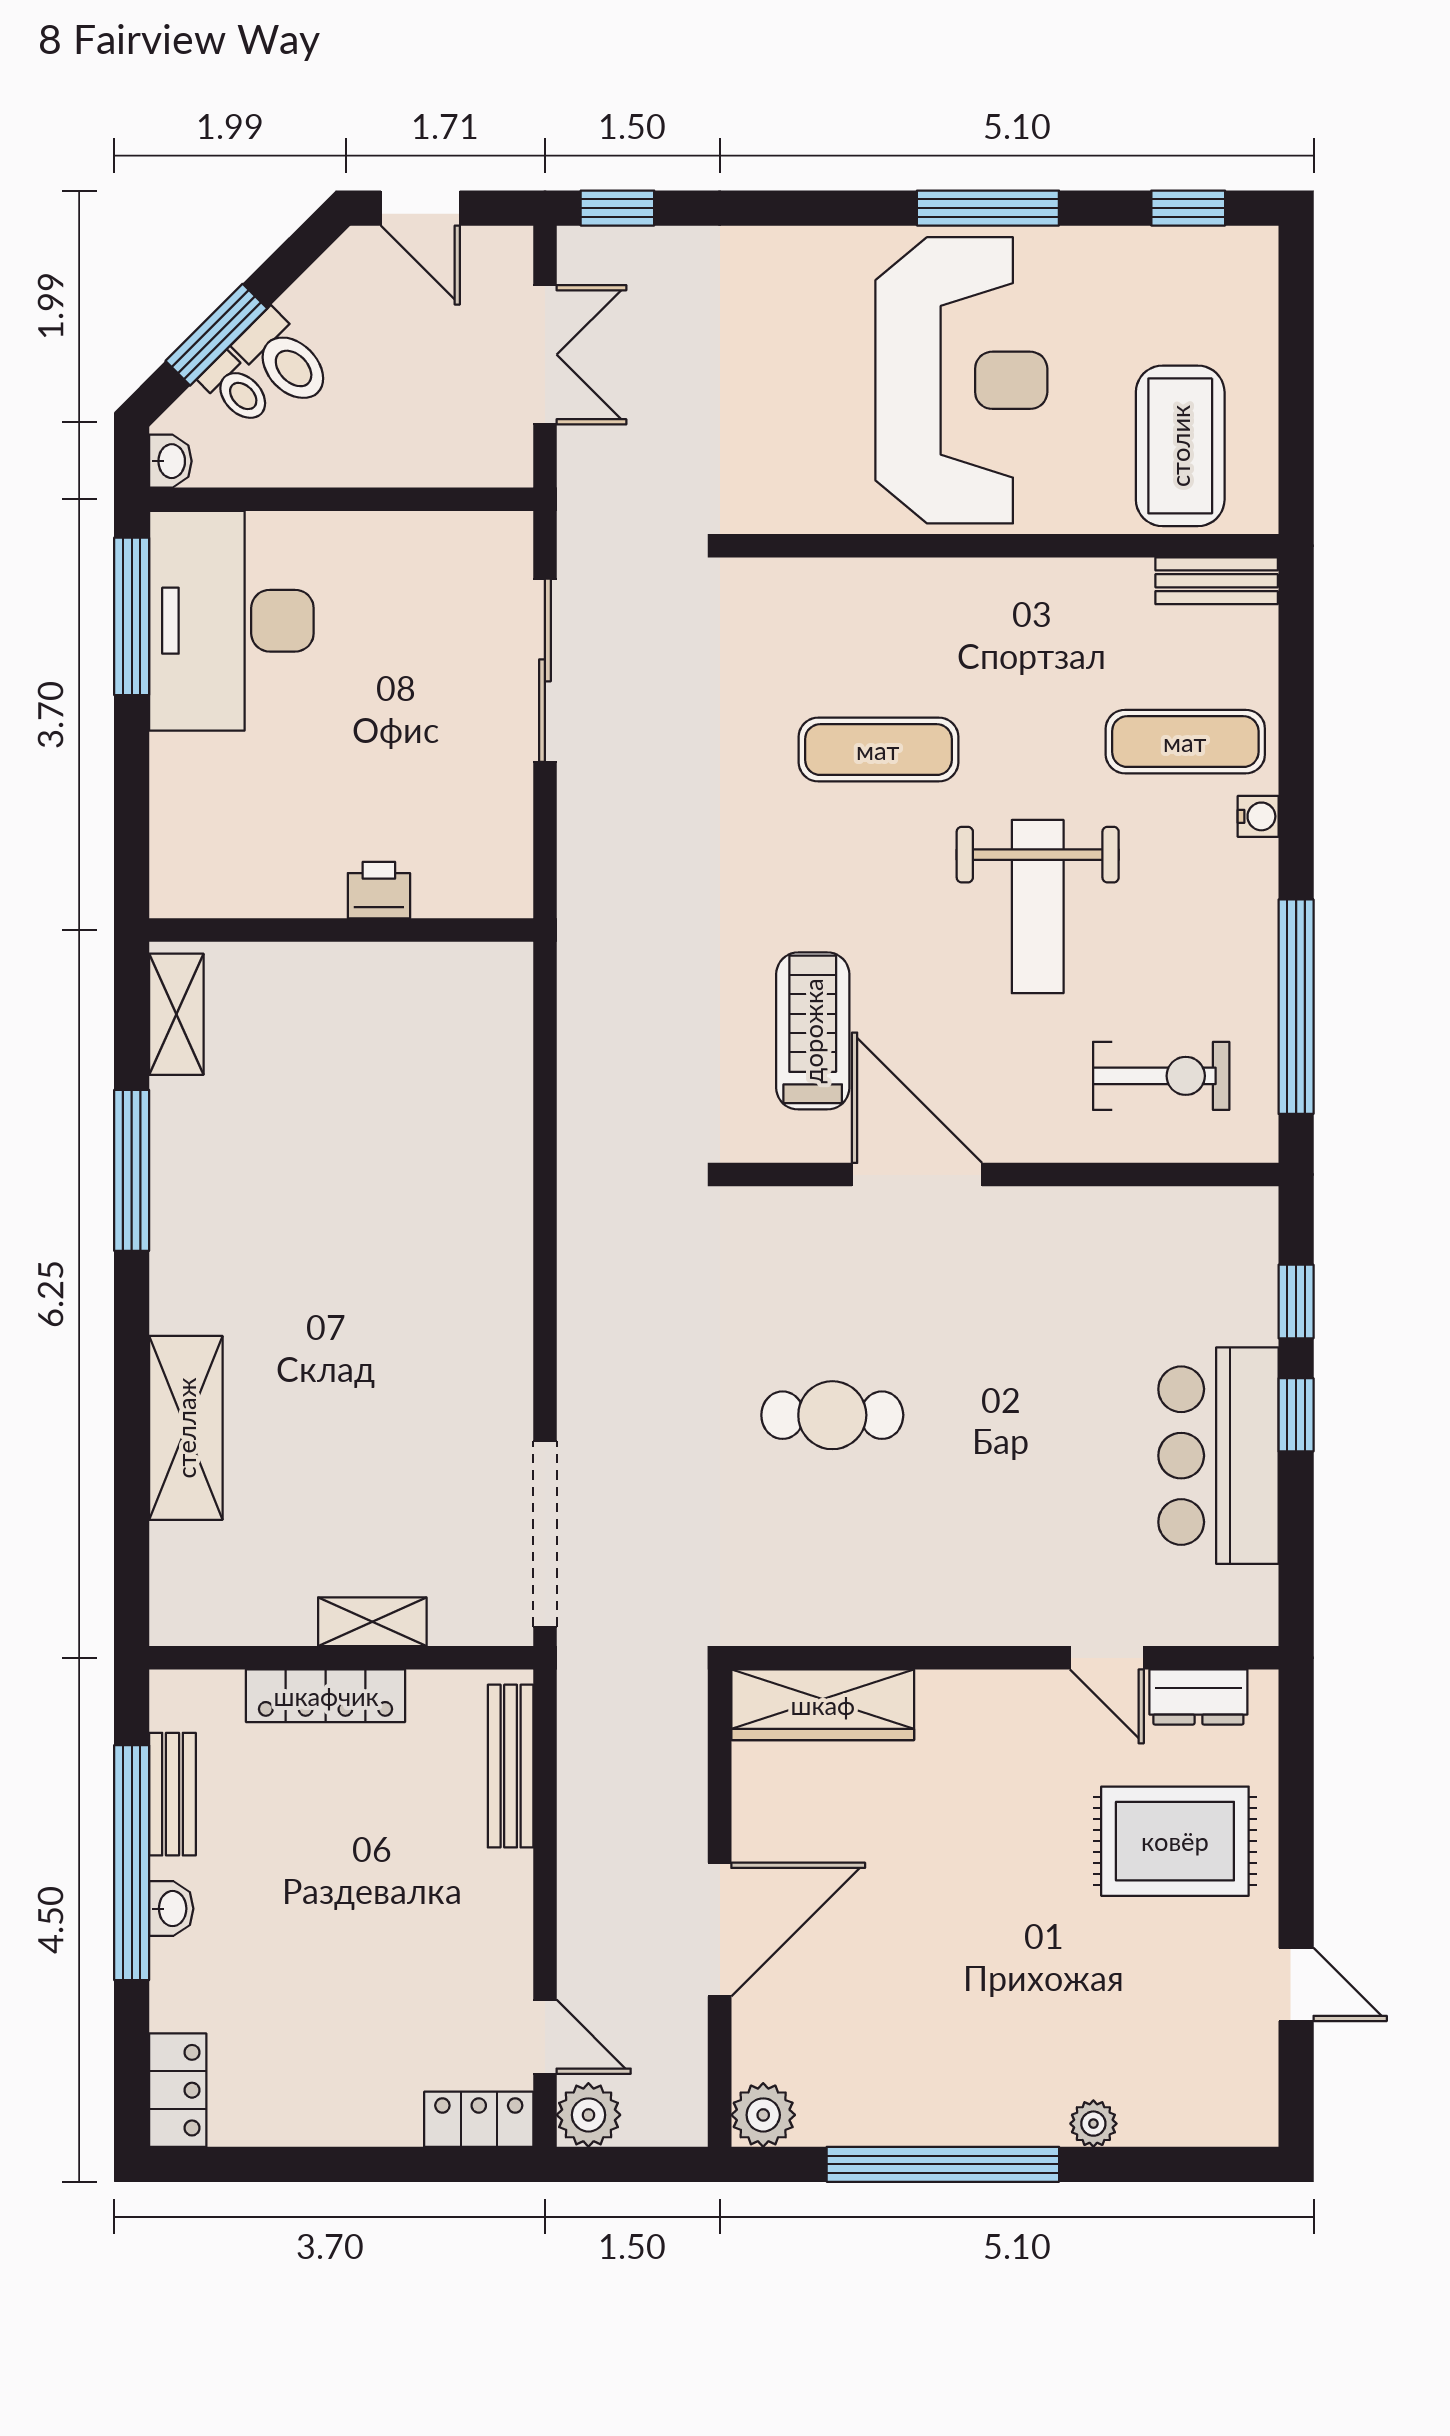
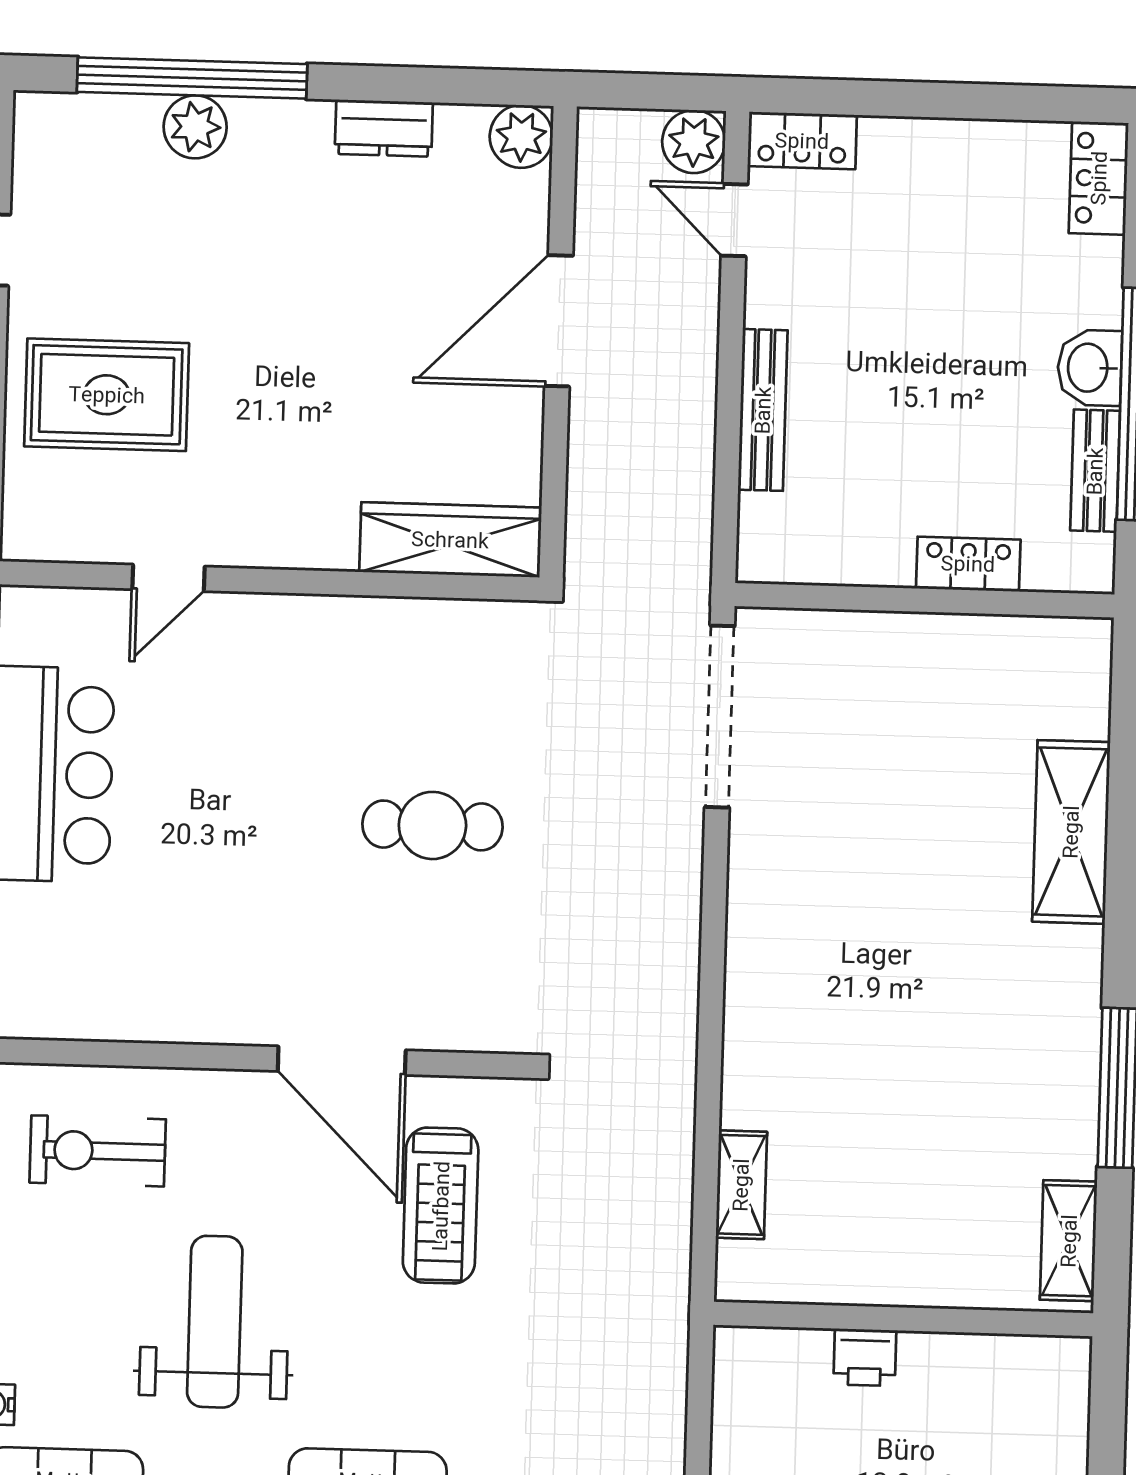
shelving: (372, 1622) -> (741, 1185), moved, turned 90
door: (1107, 1658) -> (168, 578), swing flipped
locker: (326, 1696) -> (968, 564), width x0.66
dresser: (1198, 1697) -> (384, 128), moved, turned 180
bench: (511, 1766) -> (763, 410), moved
washbasin: (171, 1909) -> (1090, 368), width x1.38, depth x1.45
plant: (1093, 2124) -> (195, 127), width x1.38, depth x1.38
window: (943, 2164) -> (192, 78), moved

